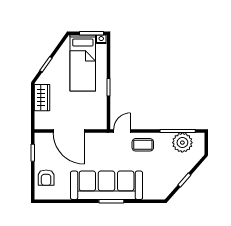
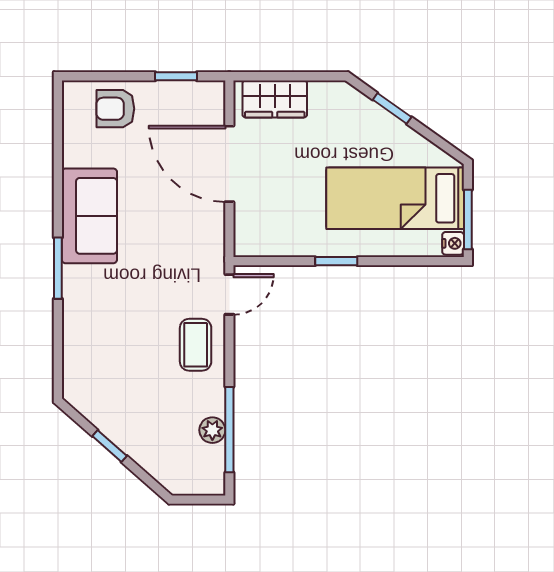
wardrobe: (42, 98) -> (275, 99), moved
door: (69, 131) -> (229, 164), hinge flipped
door: (122, 131) -> (229, 294), hinge flipped
plant: (182, 143) -> (212, 430), width x0.53, depth x0.53
sofa: (107, 185) -> (89, 216), width x0.54, depth x0.79

